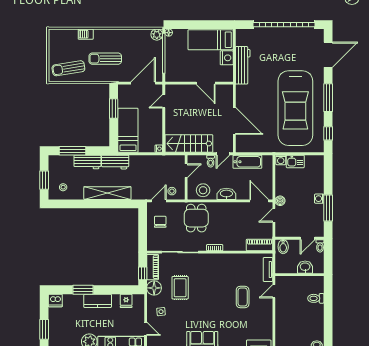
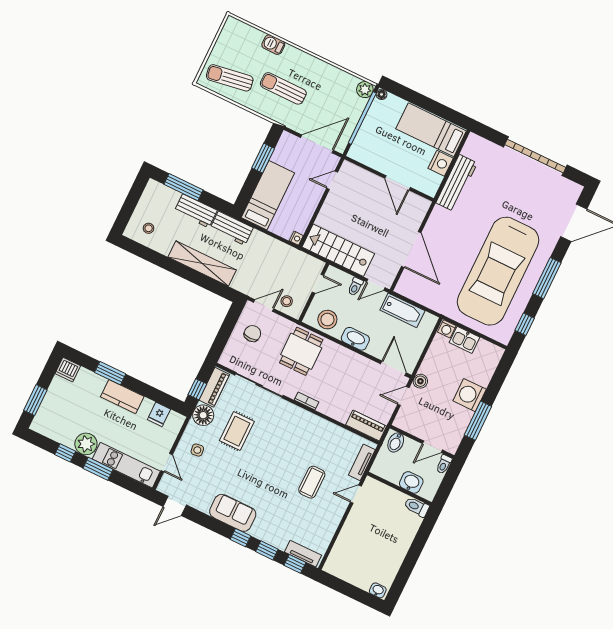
garage door: (284, 25) -> (535, 156), width x0.73
window: (44, 180) -> (129, 207), removed
washing machine: (319, 199) -> (470, 395), width x1.89, depth x1.89
toilet: (316, 298) -> (417, 507), moved

